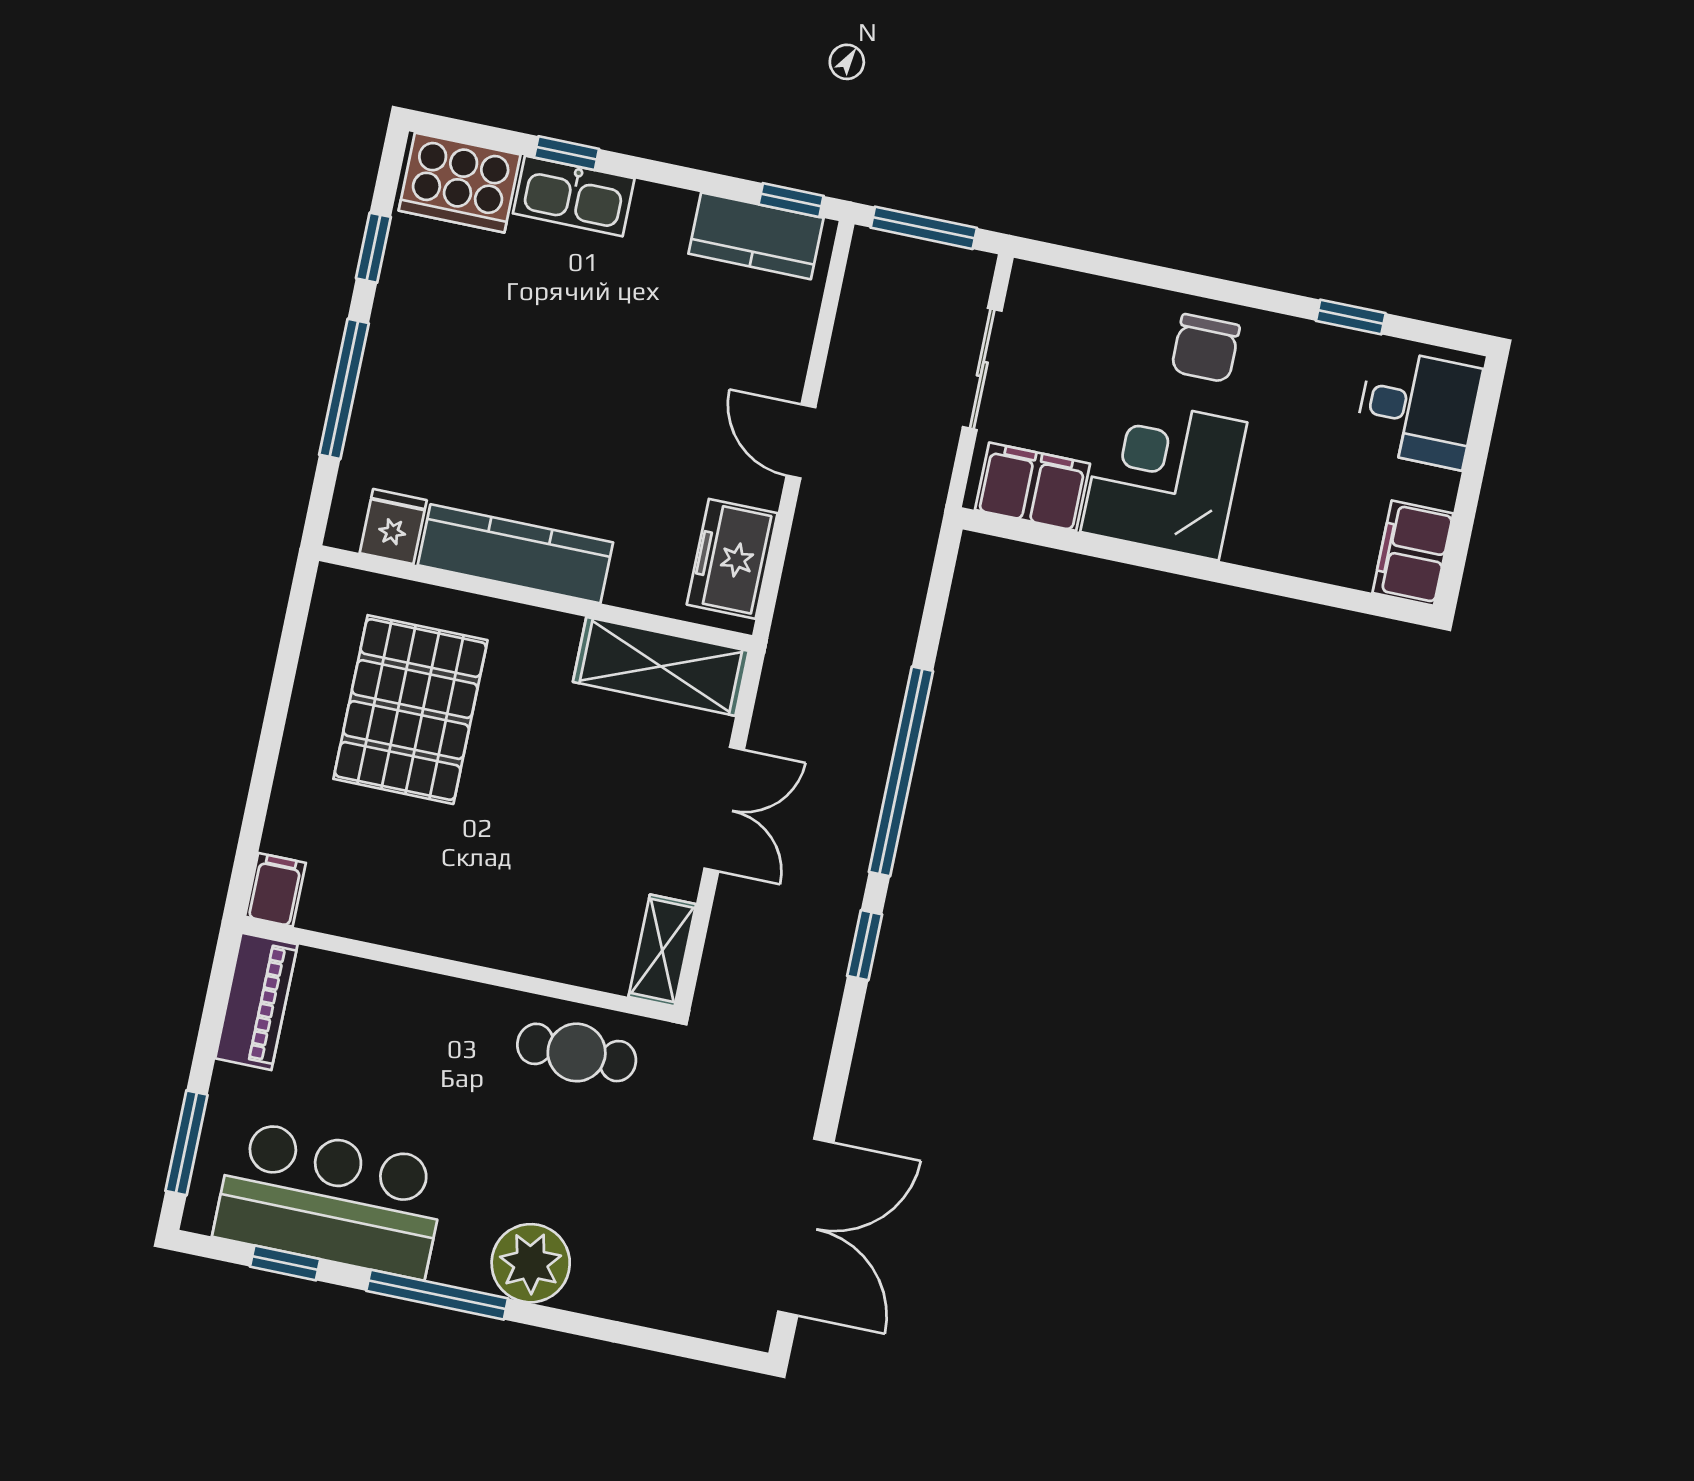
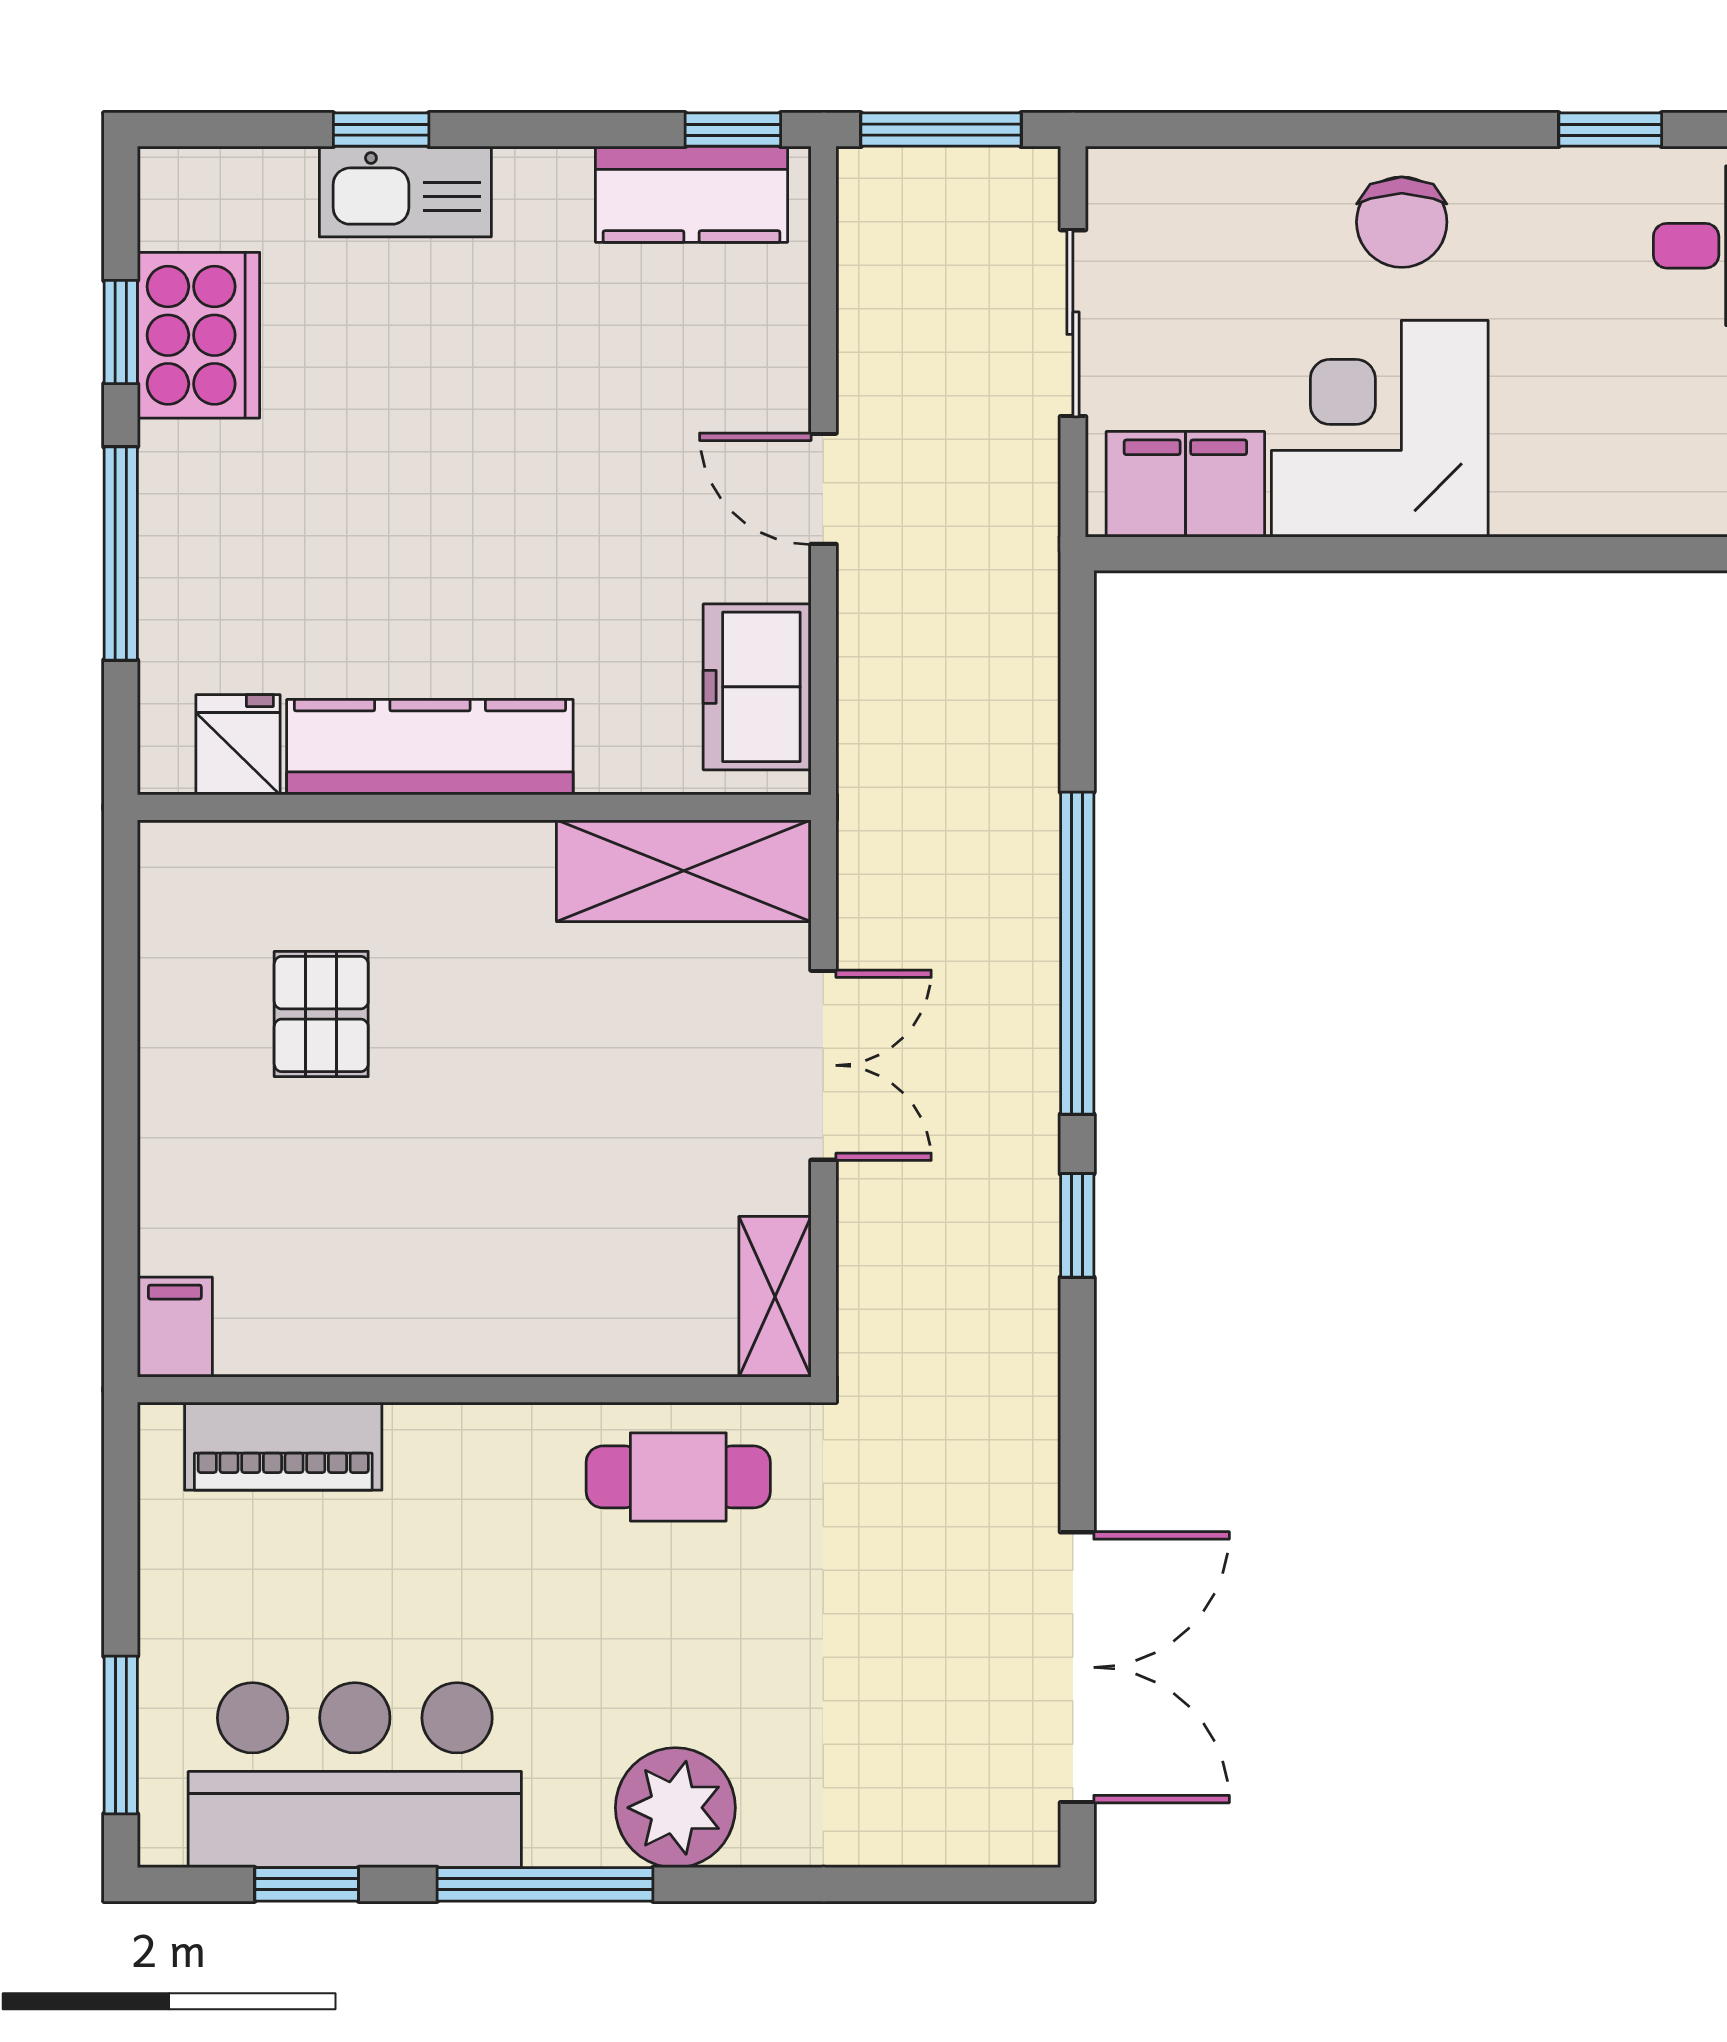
cooker: (460, 183) -> (199, 335), moved, turned -90
pallet: (410, 710) -> (321, 1014), width x0.49, depth x0.50
piano: (256, 1001) -> (283, 1446), moved, turned 90

